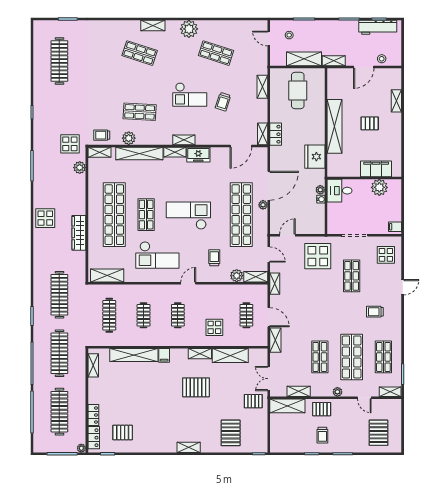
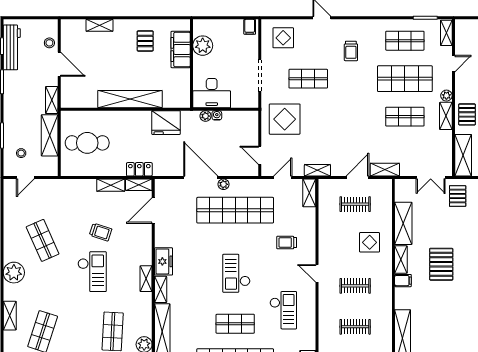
shop shelf: (216, 53) -> (43, 240), turned -42
shelving: (262, 87) -> (111, 185), moved
pallet: (370, 123) -> (145, 41), moved
door: (241, 146) -> (153, 211), swing flipped
desk: (340, 191) -> (212, 93), width x1.37
checkout: (188, 216) -> (236, 273), width x0.73, depth x0.83
checkout: (157, 255) -> (283, 310), width x0.73, depth x0.83
plant: (237, 276) -> (308, 216), removed
filing cabinet: (164, 355) -> (403, 281), moved
shelving: (299, 391) -> (446, 116), moved

